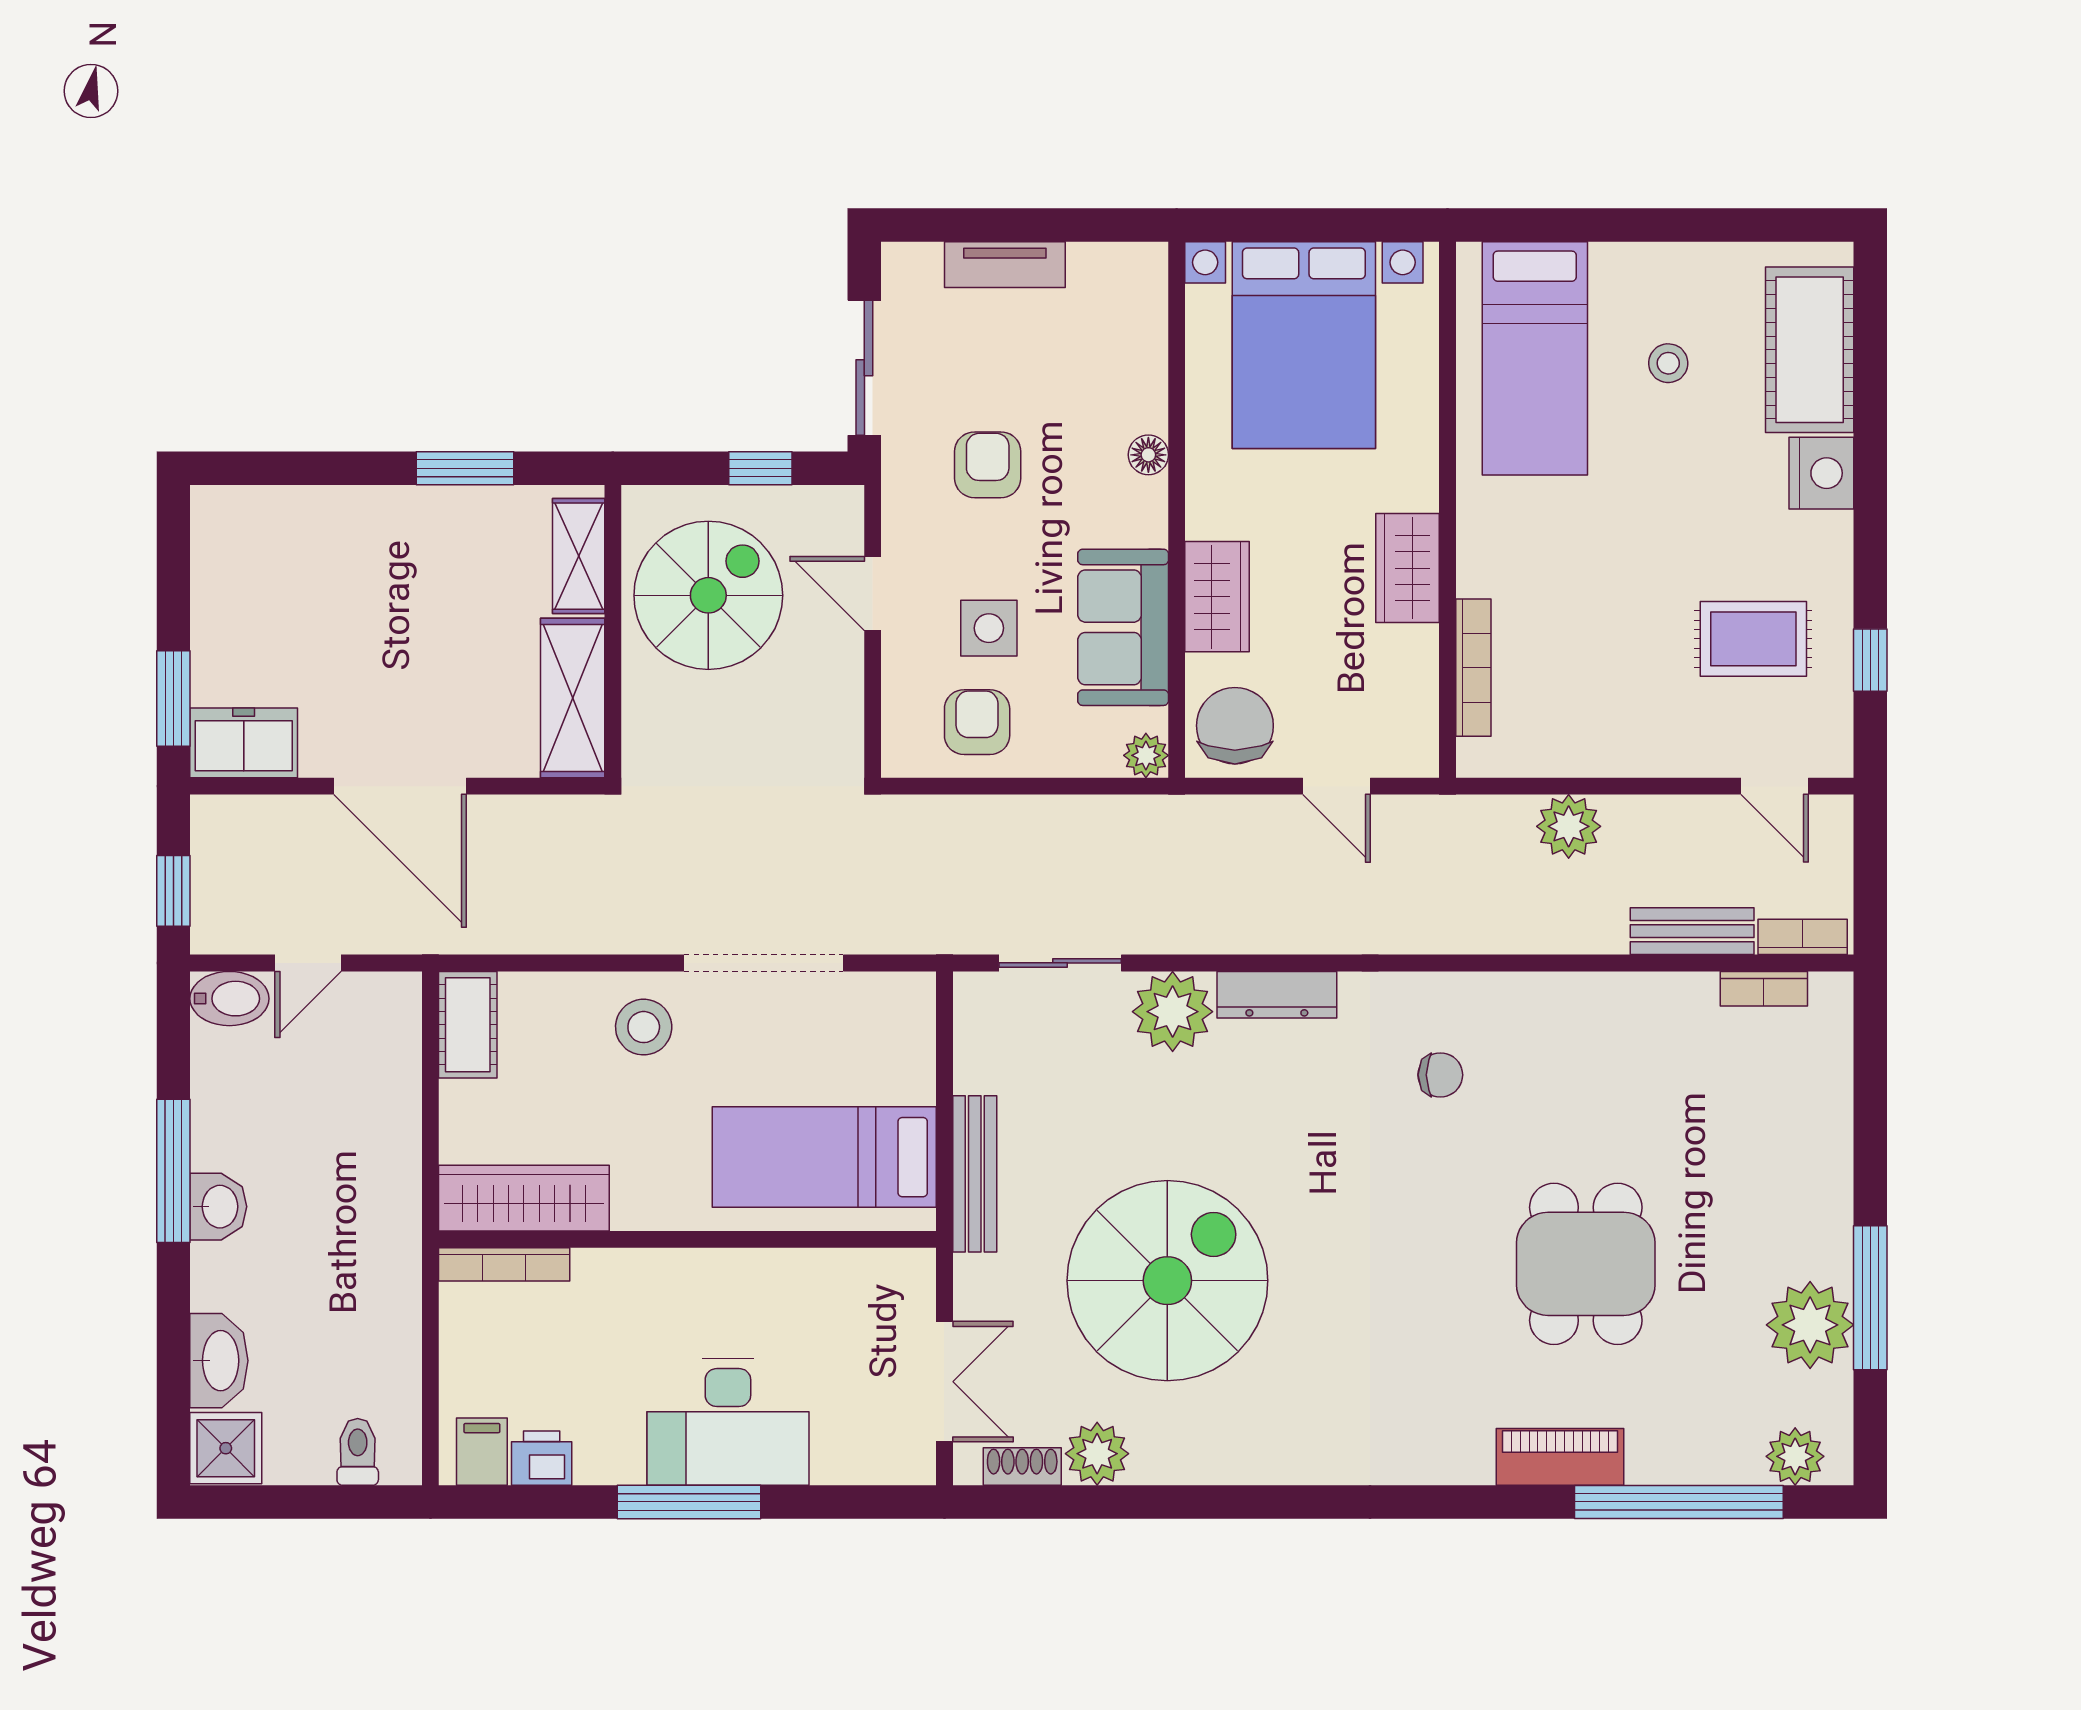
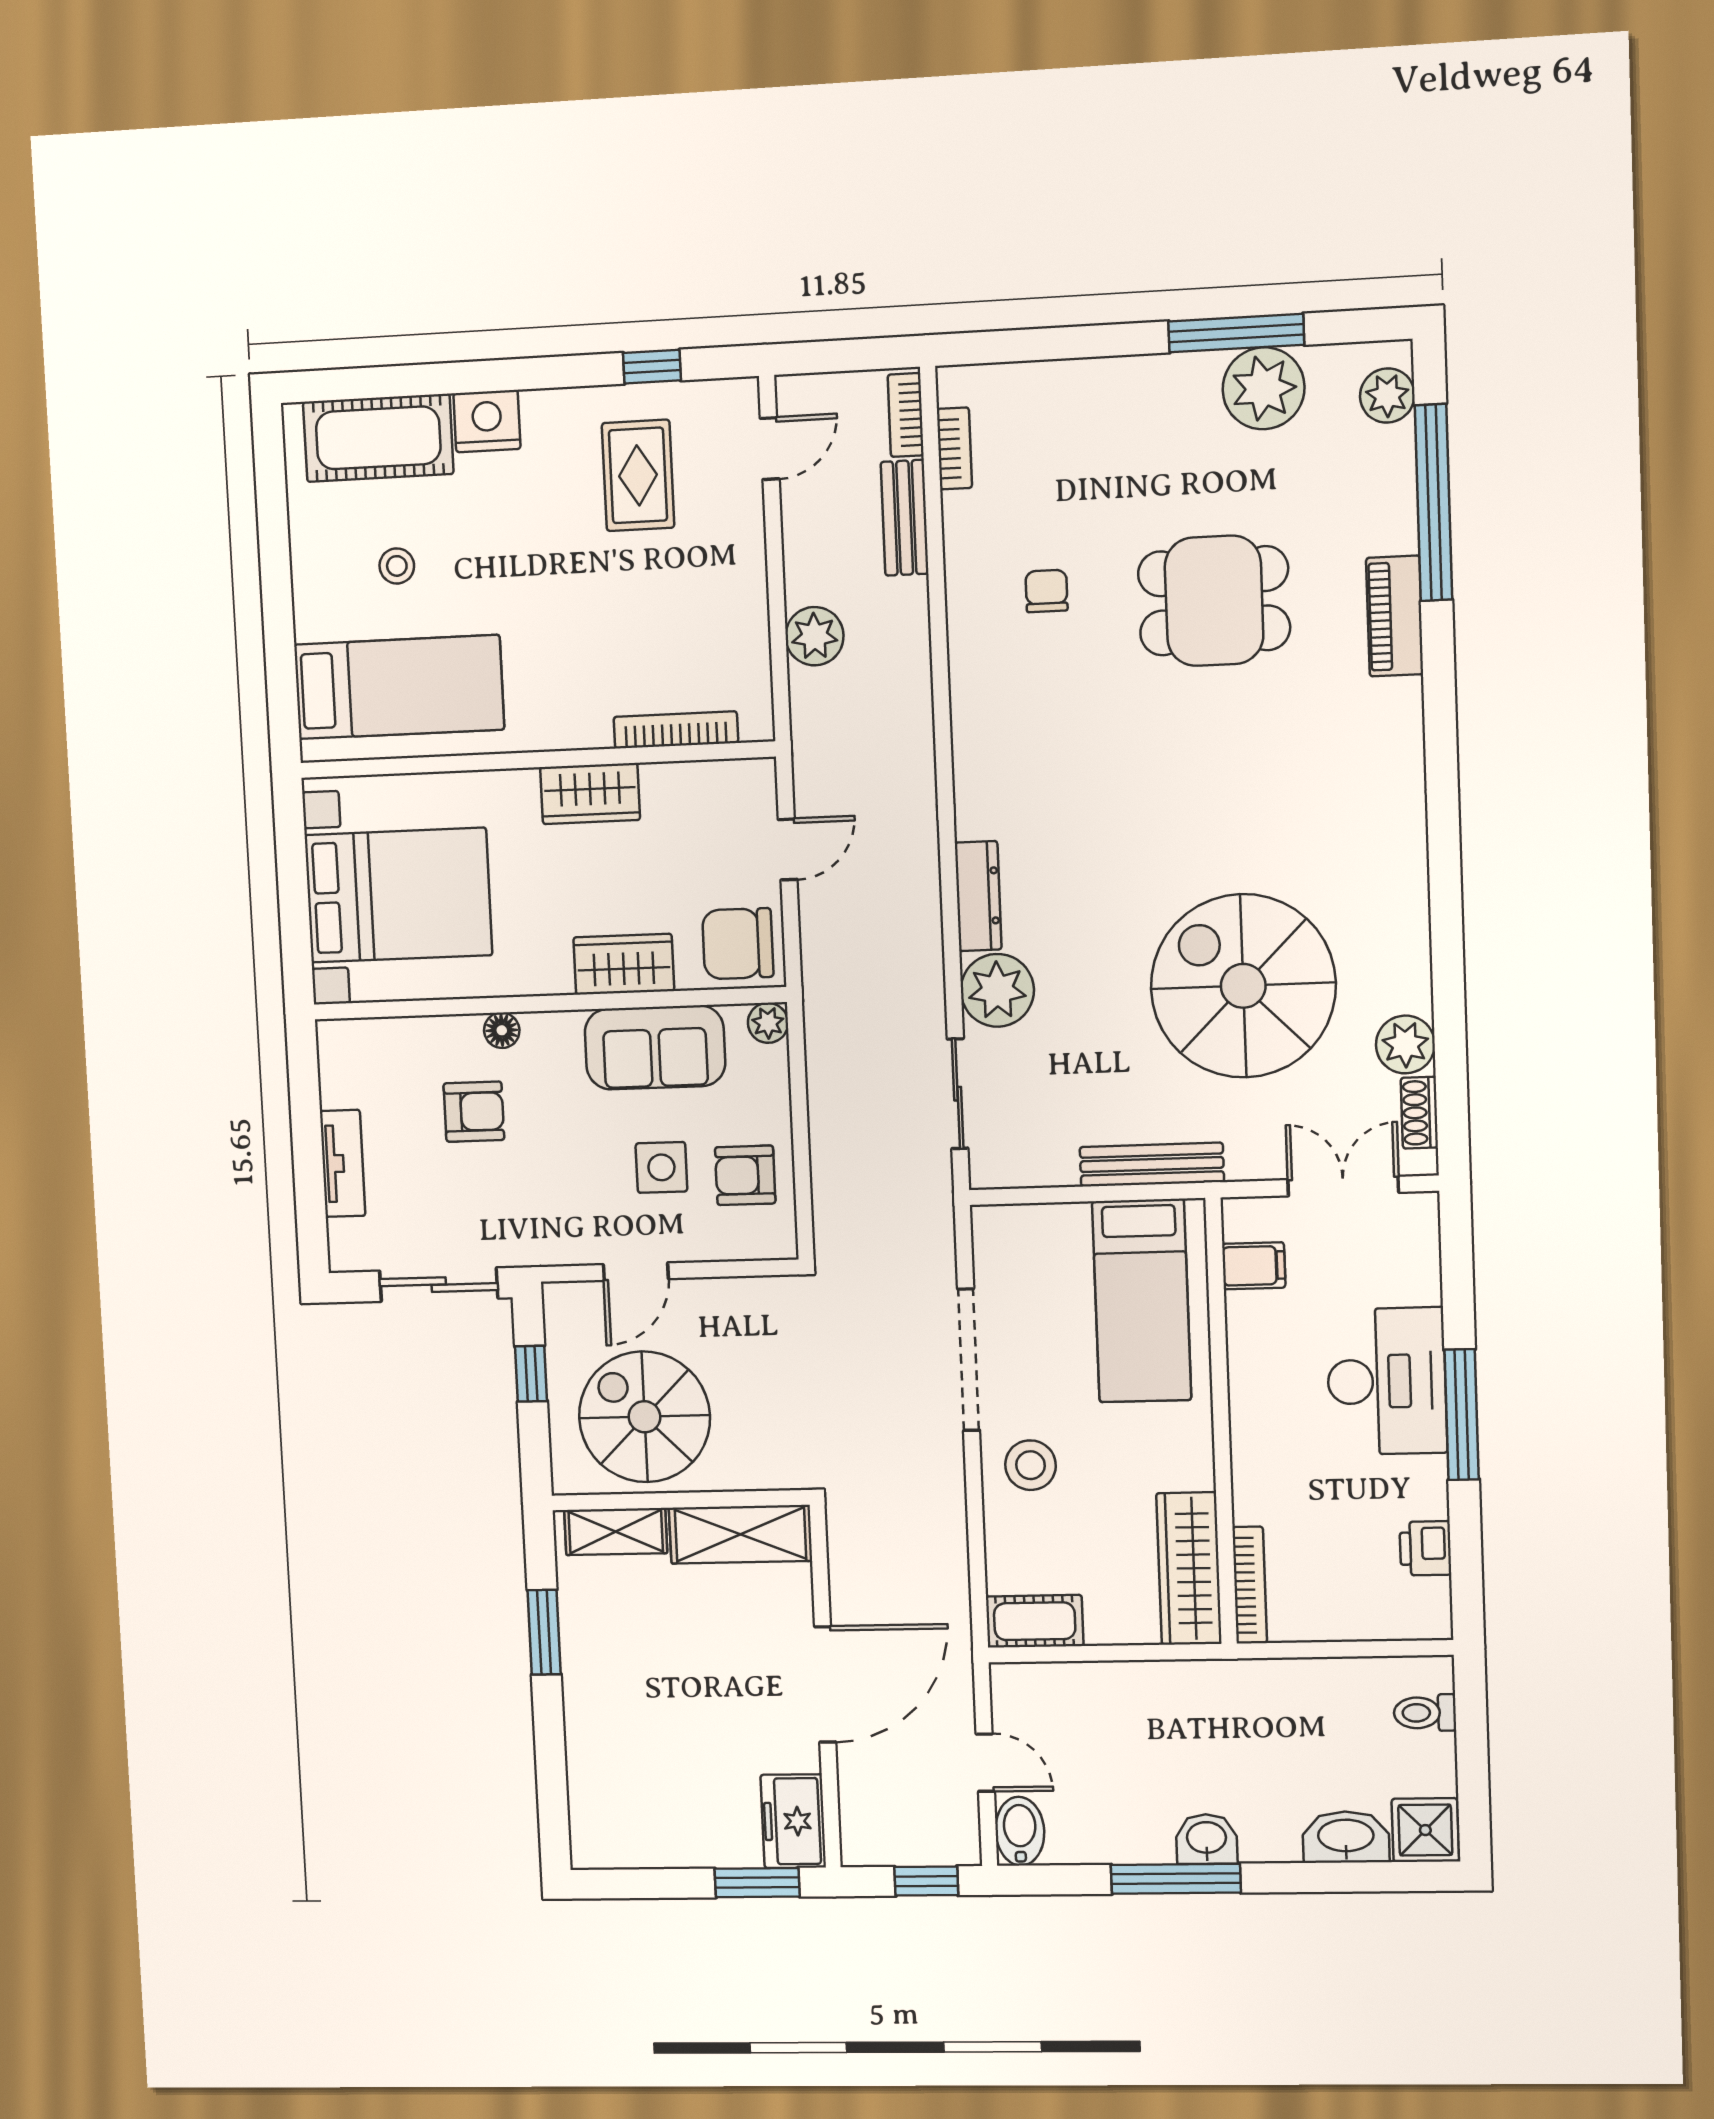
armchair: (988, 465) -> (474, 1112), moved, turned 180
chair: (1440, 1075) -> (1046, 591), moved
filing cabinet: (482, 1452) -> (1254, 1266), moved, turned 180

